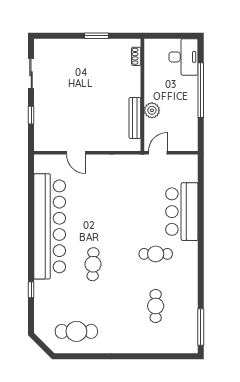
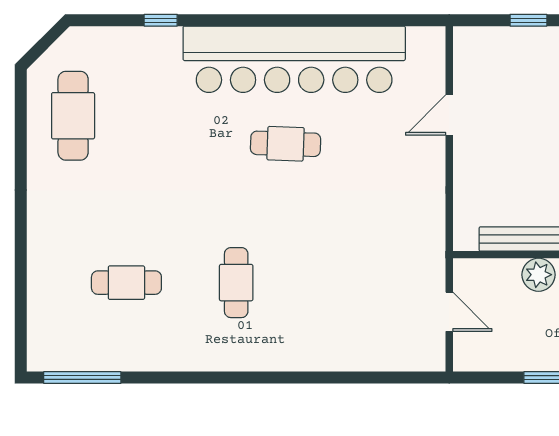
door: (158, 153) -> (449, 312), moved
bar counter: (182, 212) -> (325, 338), removed
cafe table: (93, 264) -> (286, 144), moved

